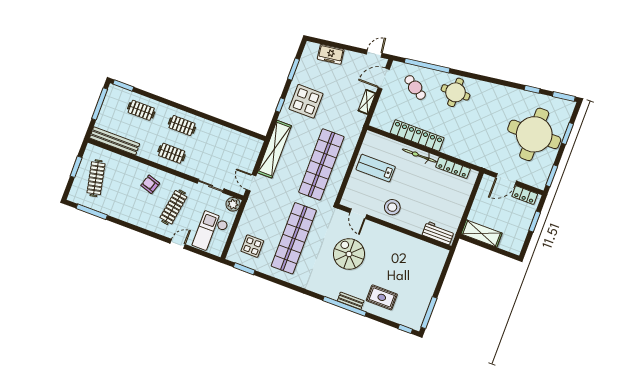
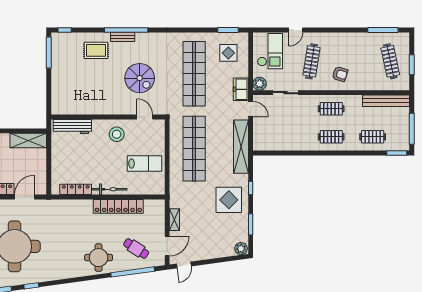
plant: (312, 49) -> (241, 249), added
freezer: (331, 54) -> (241, 89), moved, turned -82
workbench: (438, 233) -> (72, 126), width x1.38

